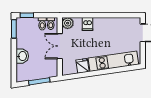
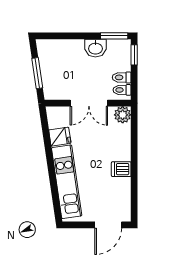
dishwasher: (87, 24) -> (121, 169), moved
double door: (60, 46) -> (89, 103), swing flipped
washbasin: (22, 56) -> (95, 48), moved

